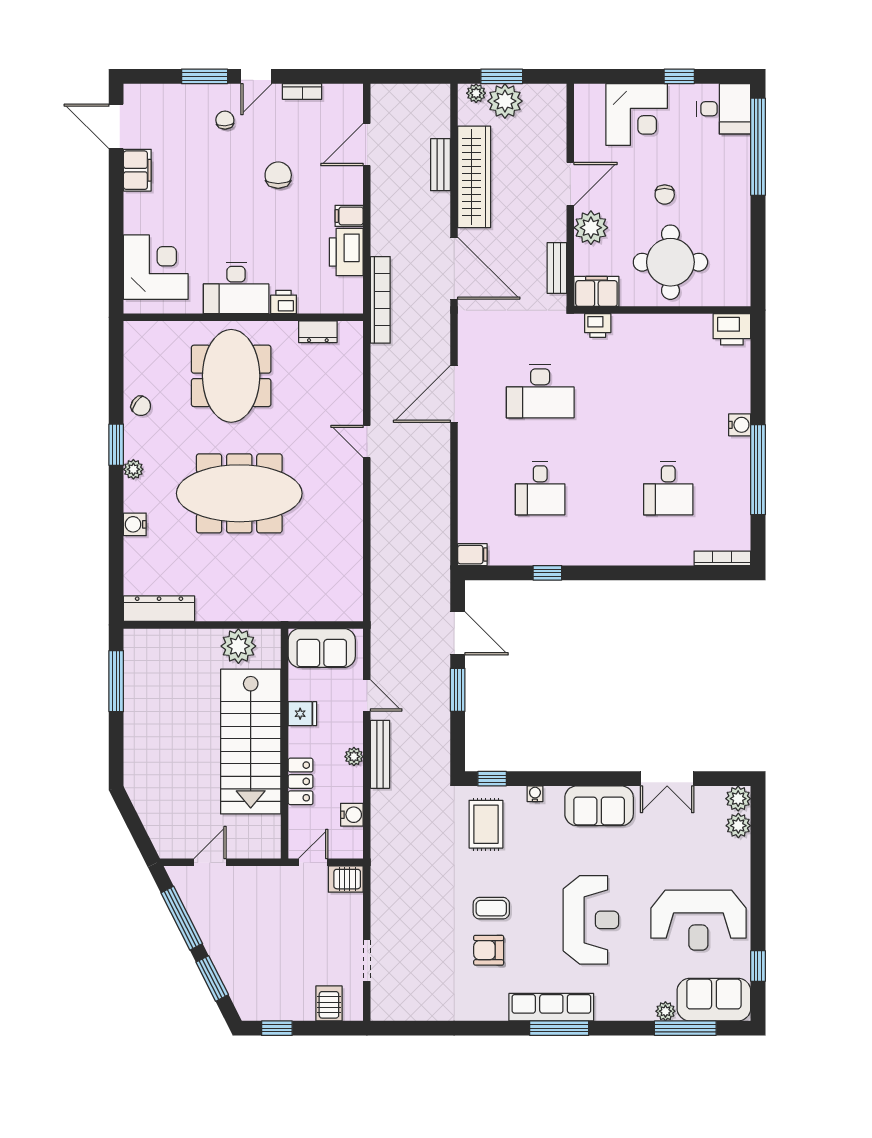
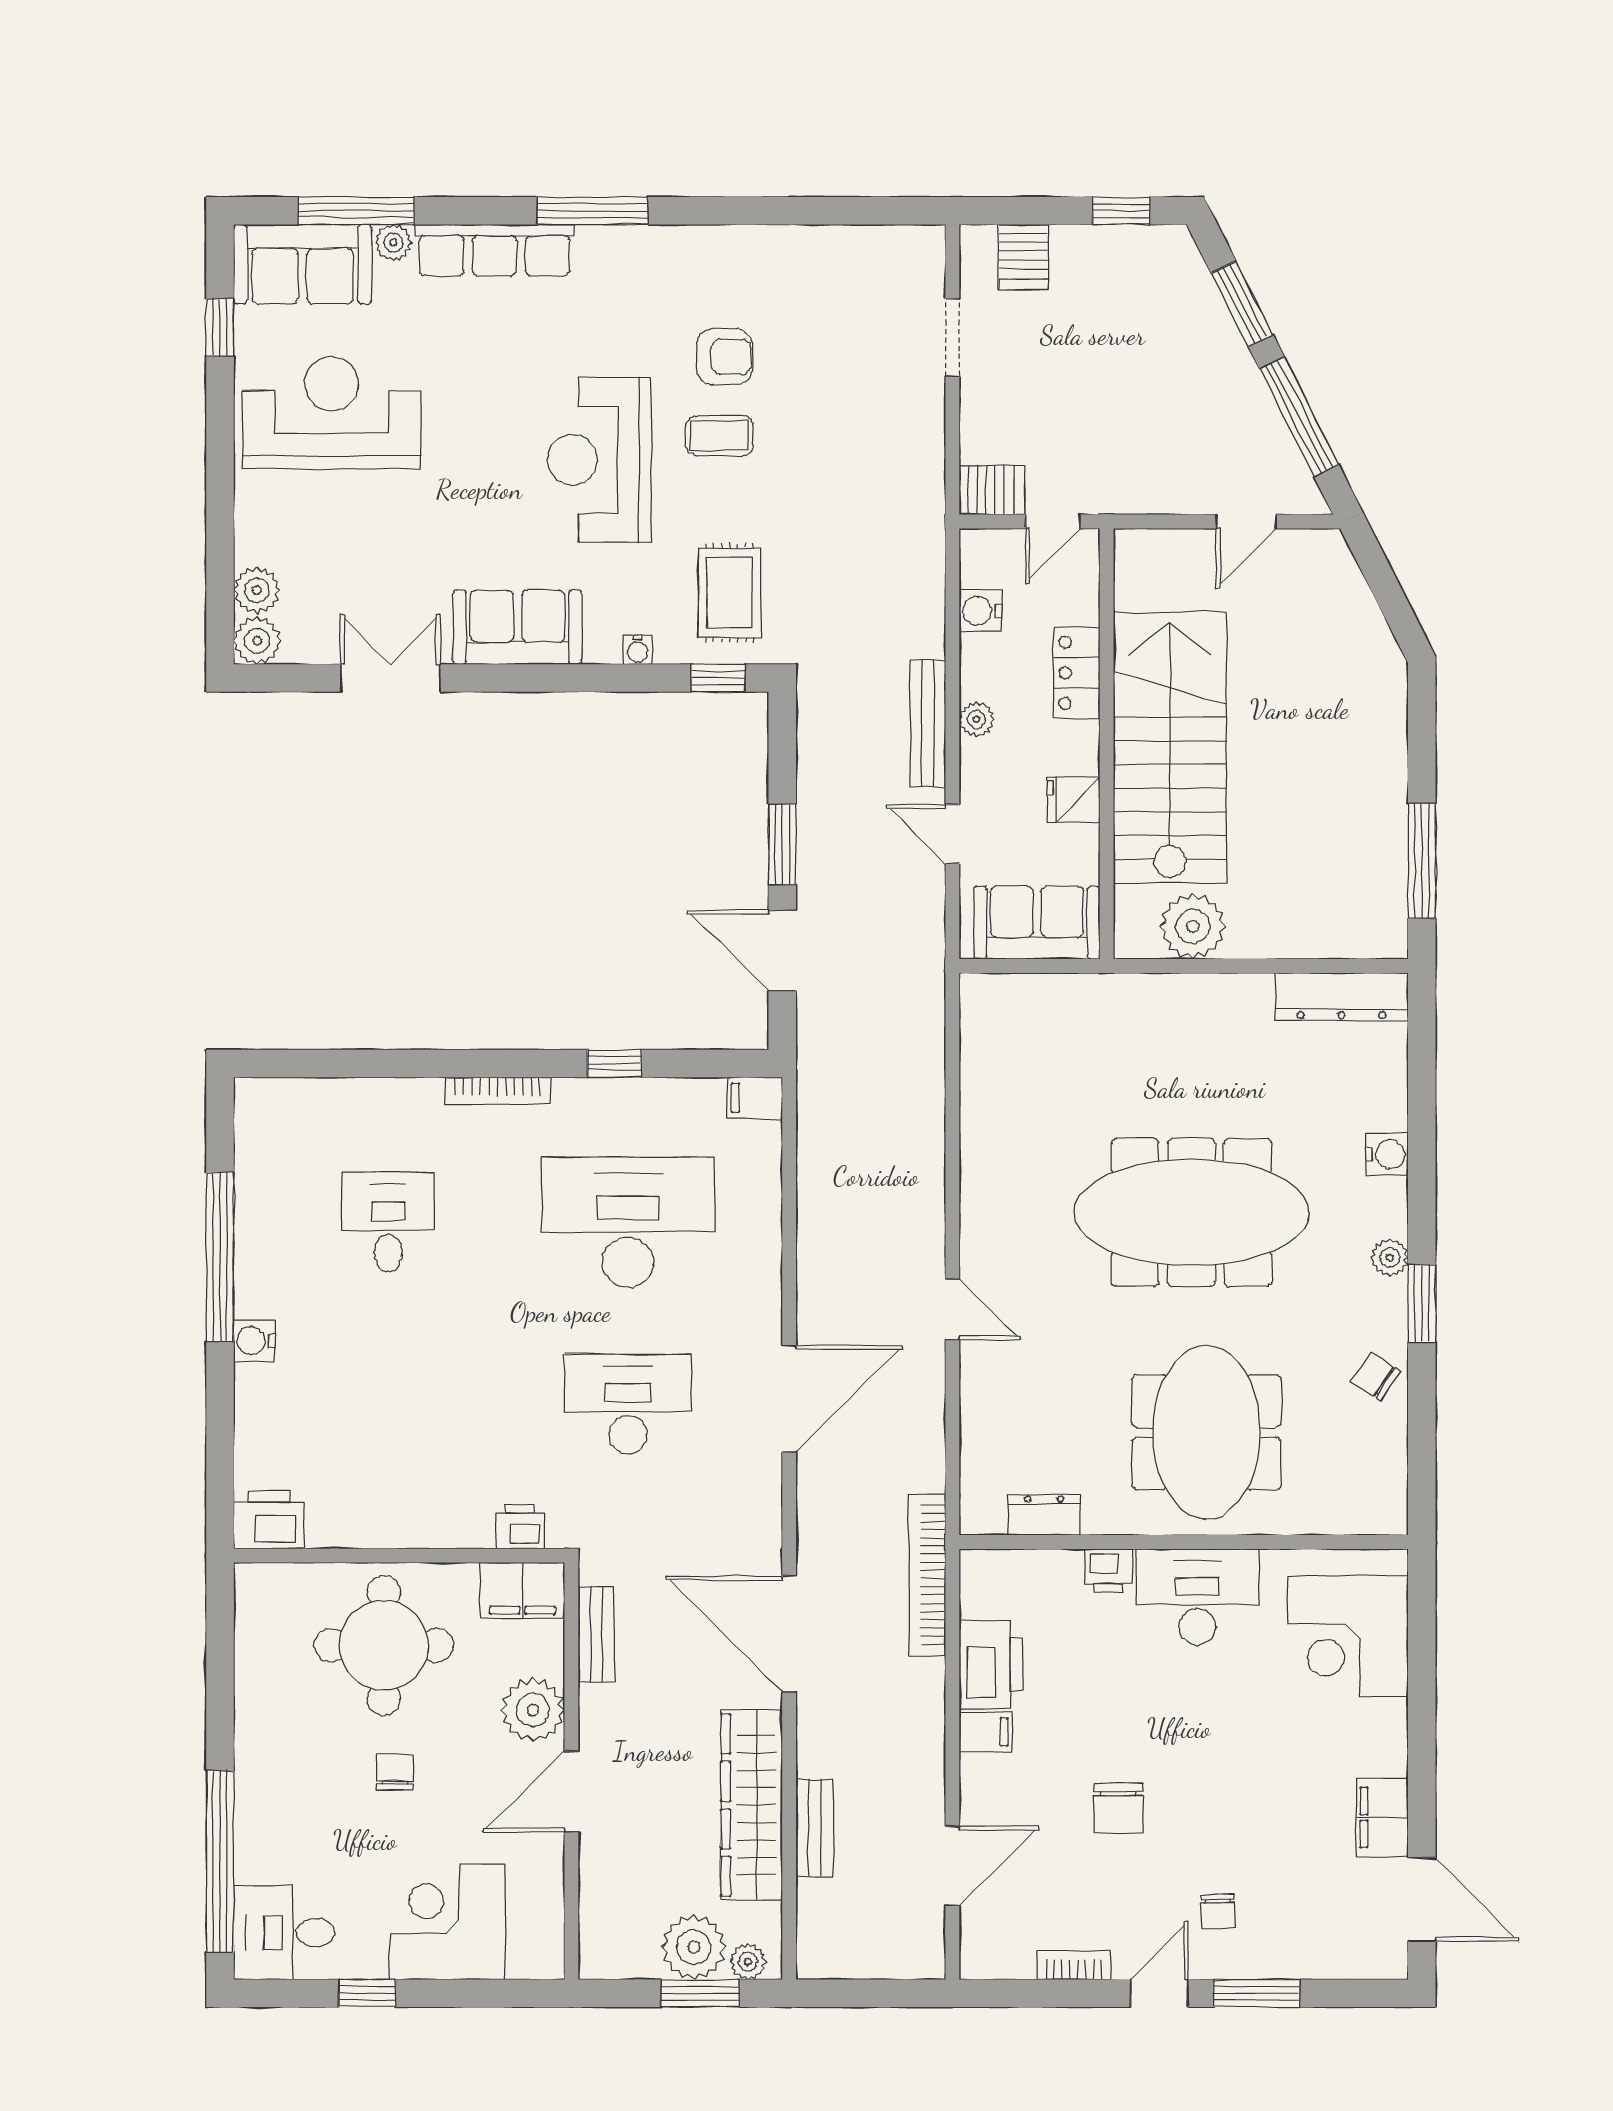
desk: (540, 488) -> (628, 1222), width x1.87, depth x1.30
bookcase: (722, 558) -> (497, 1091), moved
reception desk: (591, 920) -> (600, 460), moved
row of seats: (551, 1007) -> (494, 250), moved

